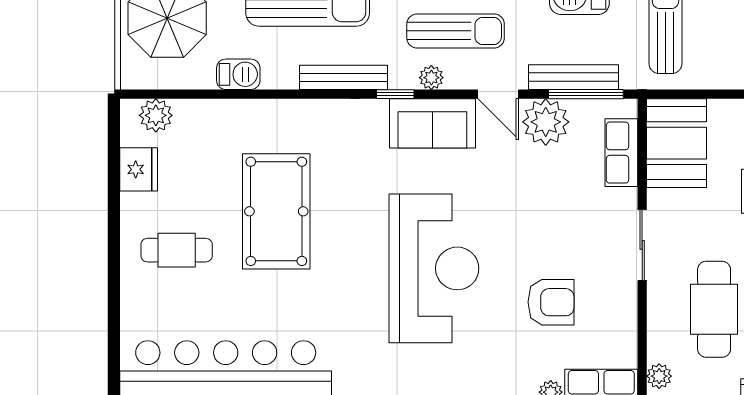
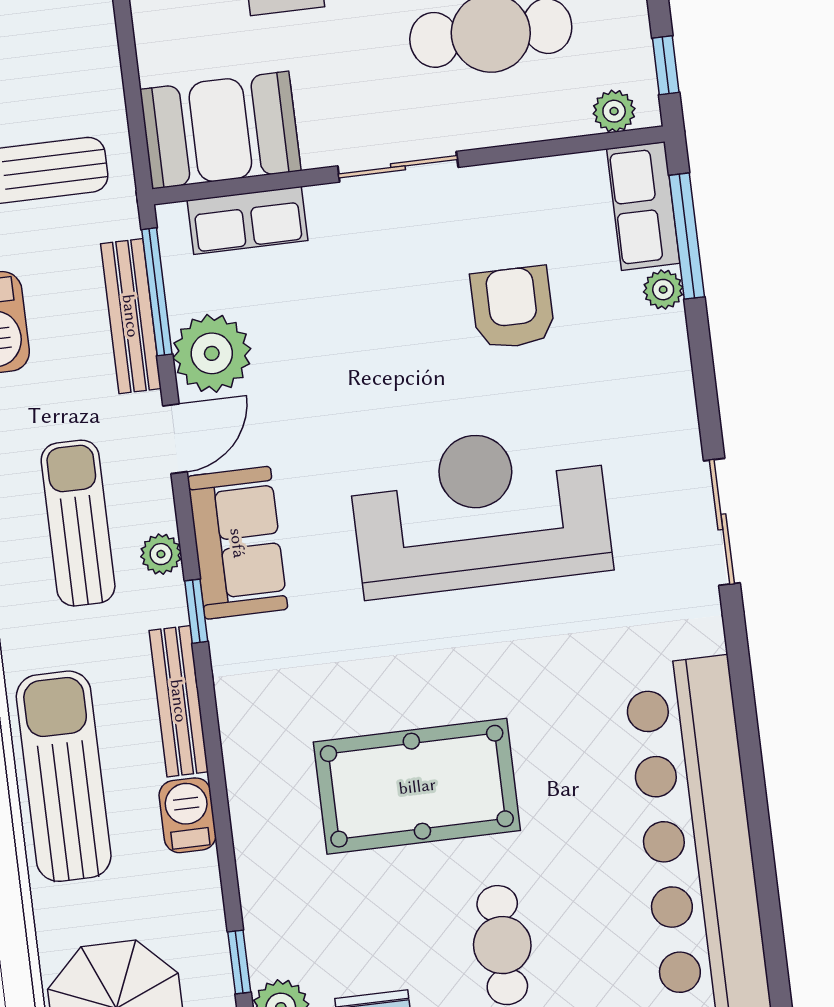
barbecue: (238, 74) -> (188, 815), moved
window: (186, 94) -> (239, 962), added

